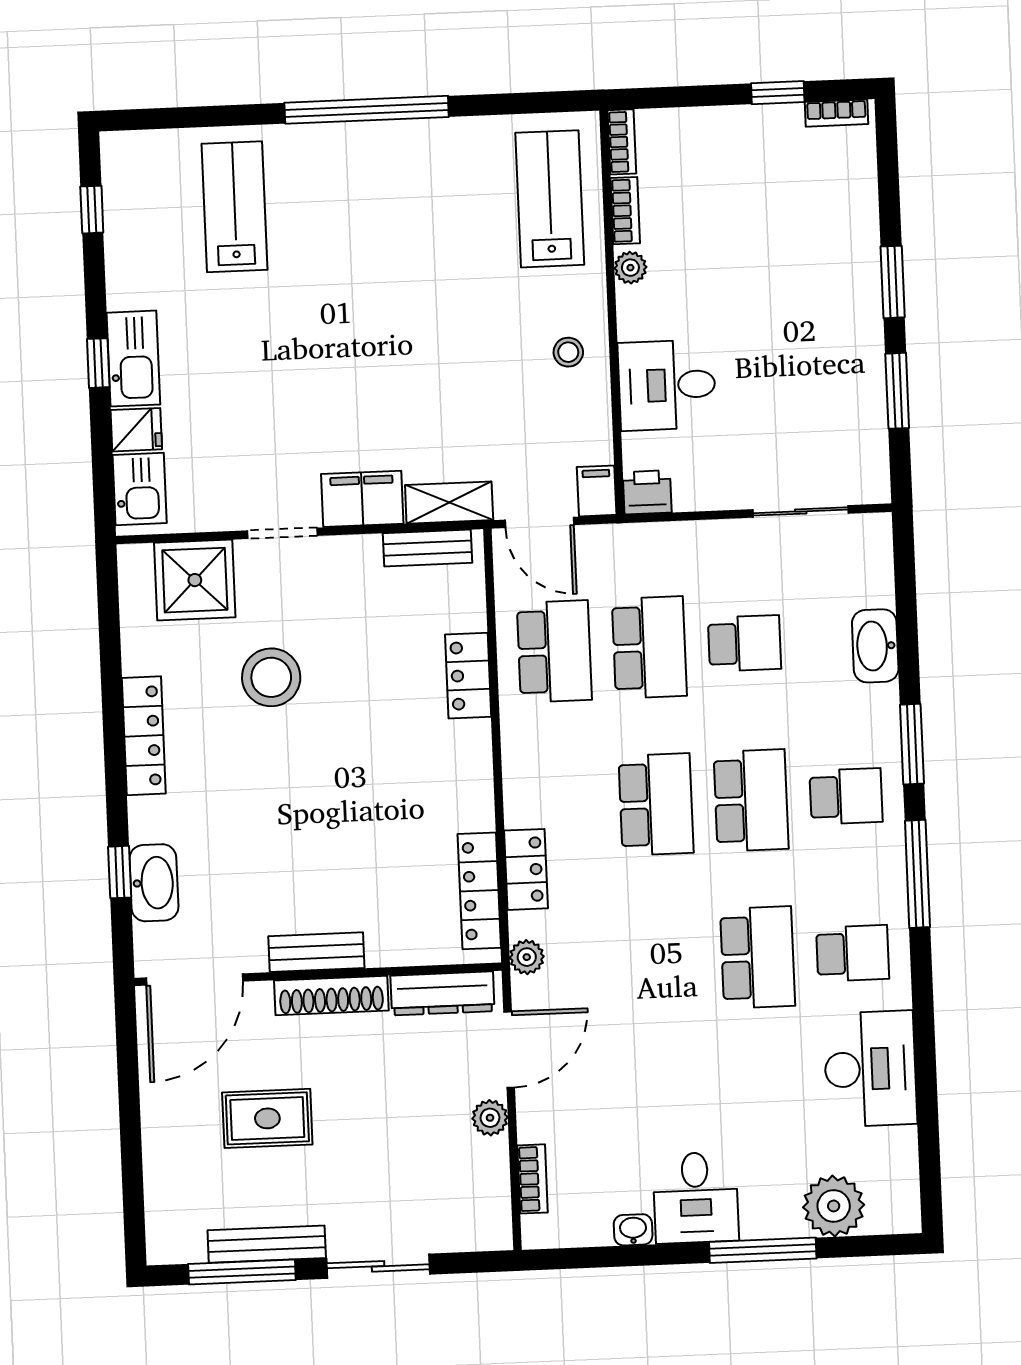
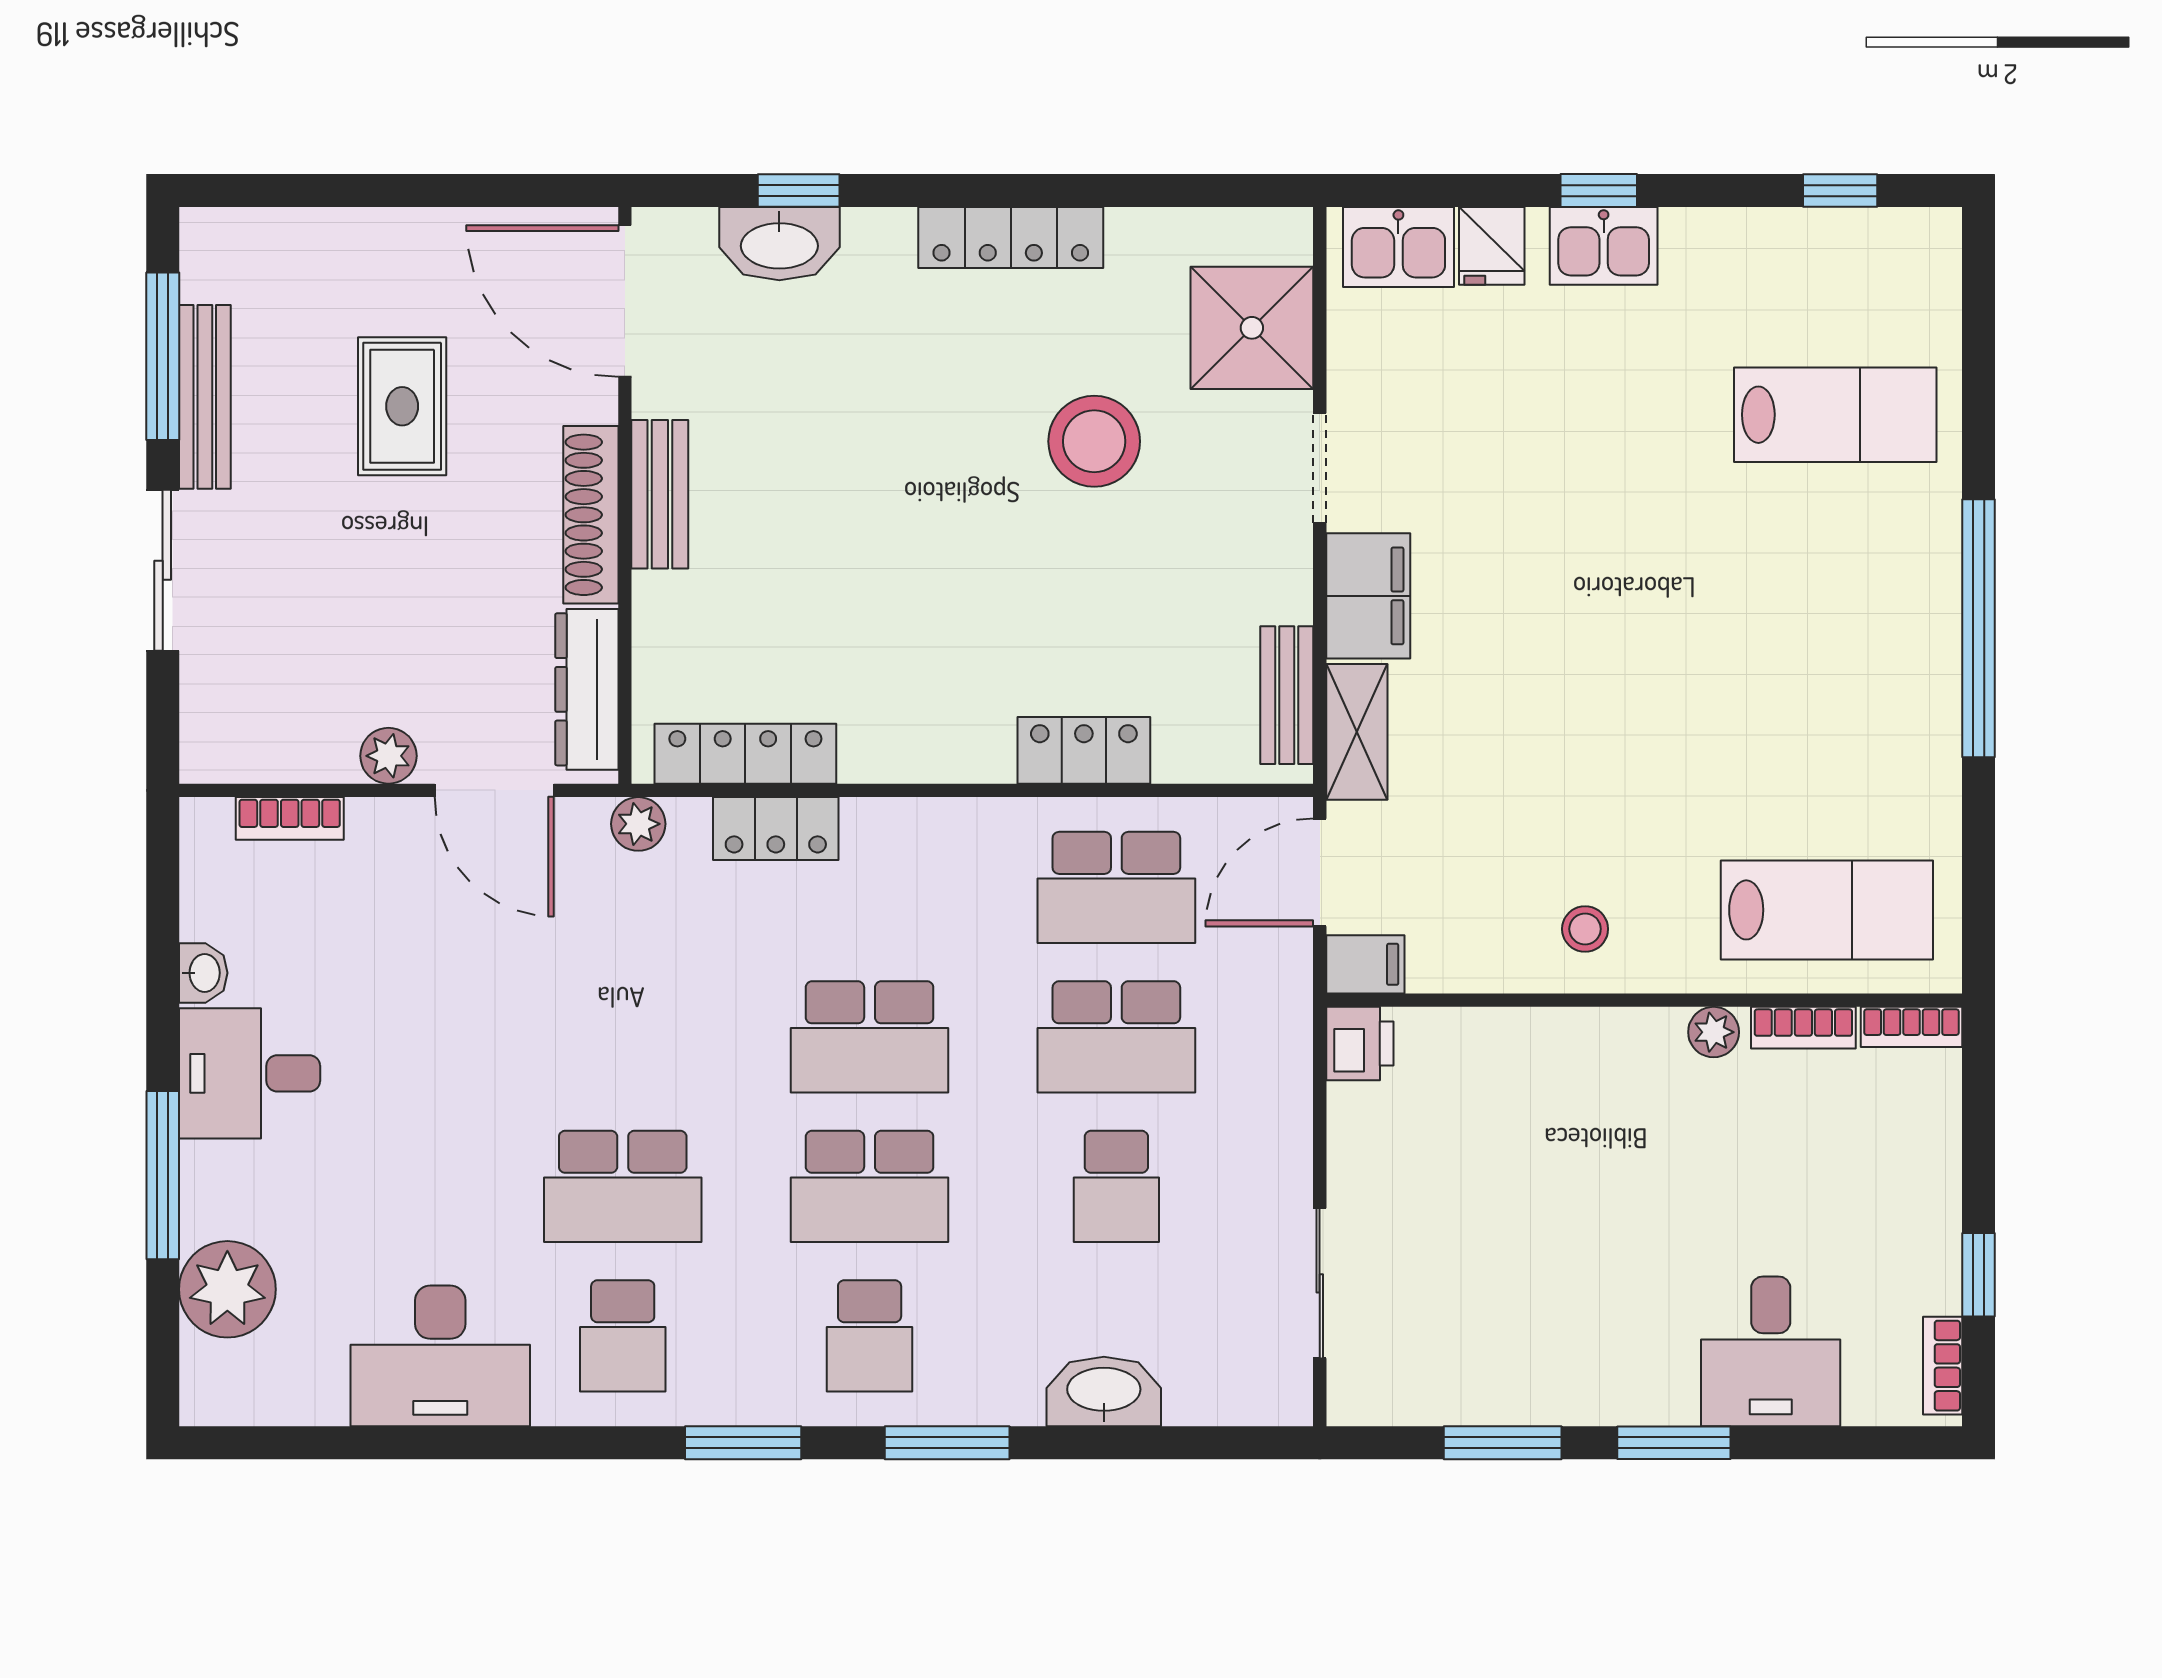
kitchen sink: (133, 359) -> (1604, 246), width x0.73
desk: (667, 385) -> (1771, 1351), moved, turned 180
window: (917, 874) -> (743, 1443), width x0.69

